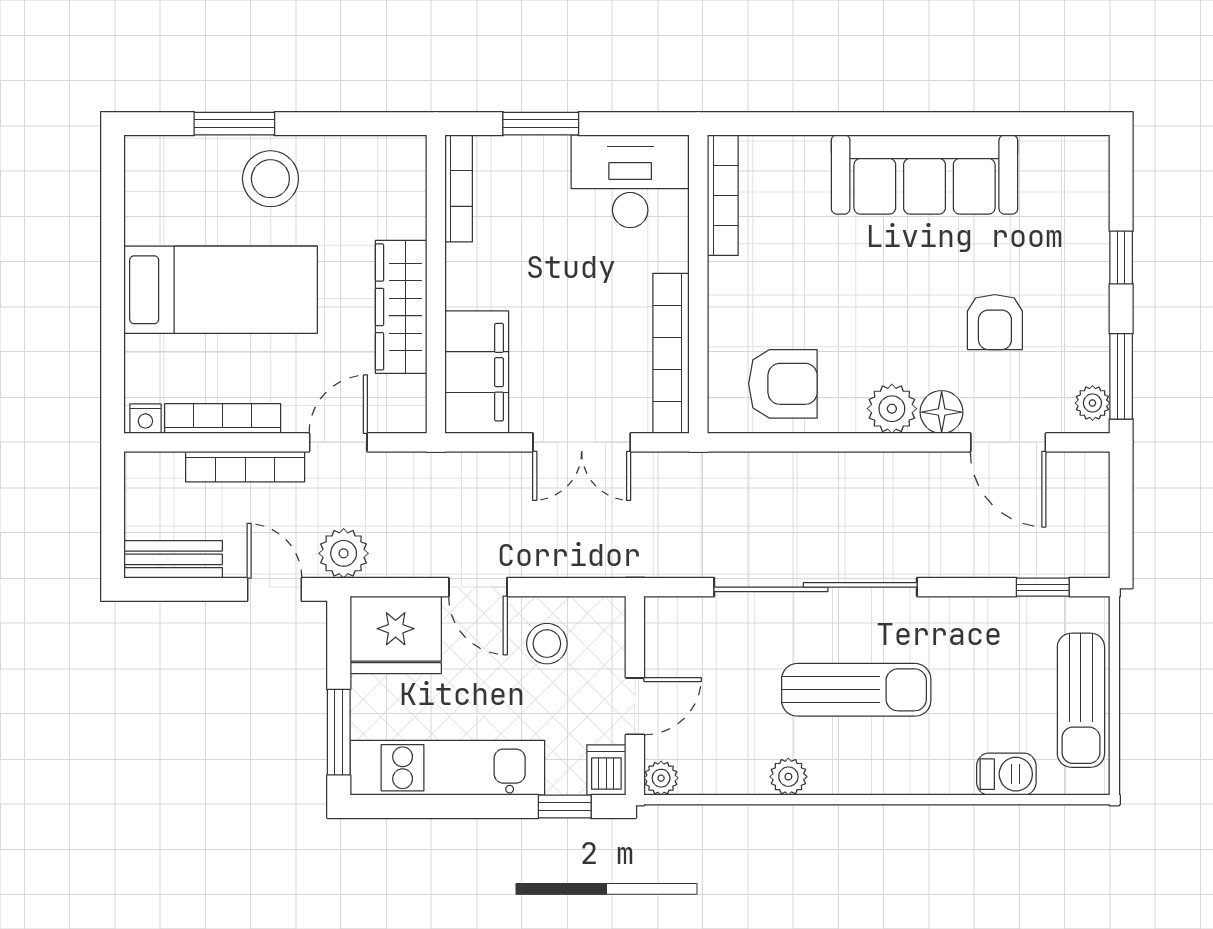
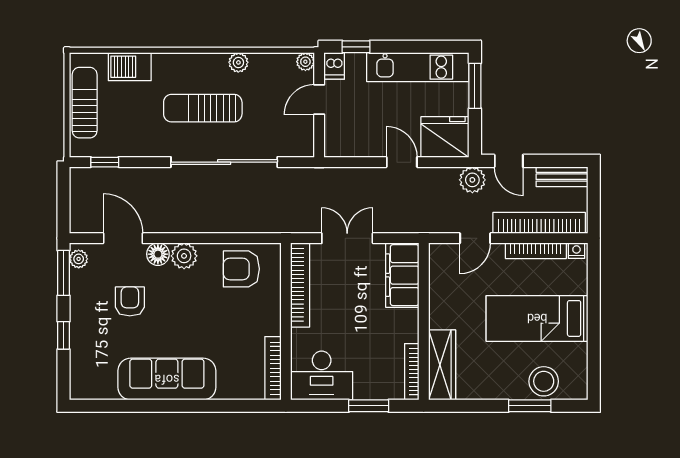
stool: (270, 179) -> (544, 381), moved
wardrobe: (401, 307) -> (442, 365), moved
bookcase: (245, 467) -> (539, 223), width x1.48, depth x1.31
stool: (547, 644) -> (365, 132), removed
barbecue: (1006, 774) -> (130, 67), width x1.38, depth x1.27

